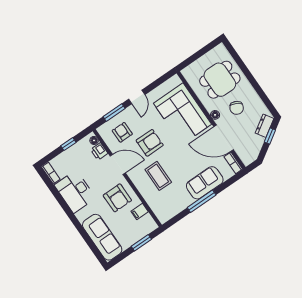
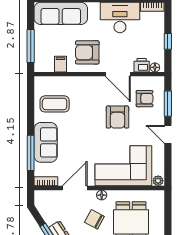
plant: (176, 81) -> (158, 181), added
door: (224, 138) -> (75, 188), width x0.73
door: (118, 164) -> (118, 74), hinge flipped
coffee table: (158, 176) -> (55, 104), moved
window: (202, 201) -> (31, 153), moved
window: (141, 243) -> (31, 46), width x1.44

